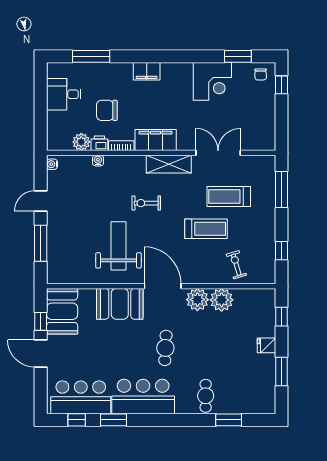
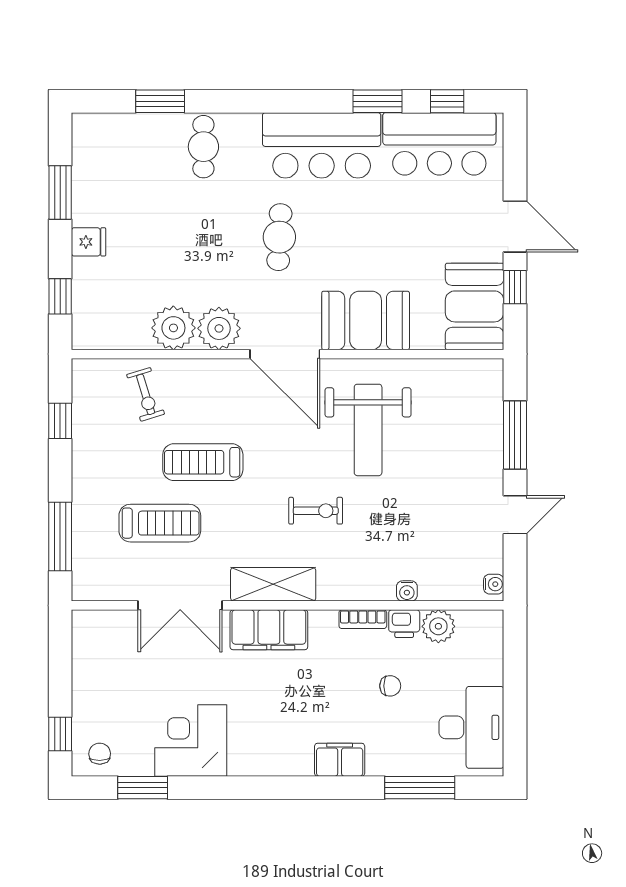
filing cabinet: (147, 71) -> (340, 760), moved
desk: (64, 94) -> (471, 727), width x1.37
chair: (107, 110) -> (390, 686), width x0.54, depth x0.54
filing cabinet: (156, 140) -> (269, 630), moved

